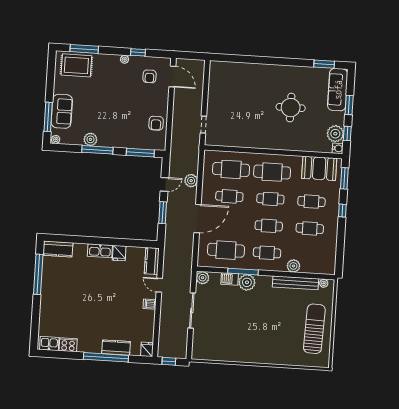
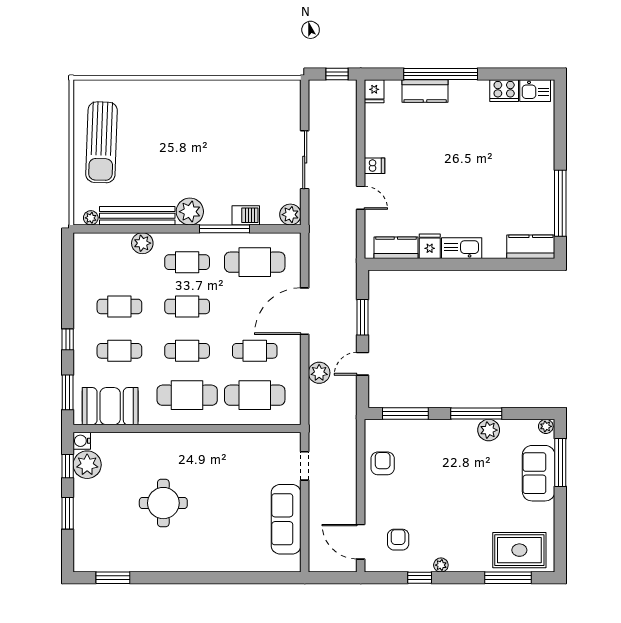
sofa: (338, 90) -> (286, 519), moved, turned 180
kitchen counter: (152, 261) -> (396, 248), moved, turned -90
plant: (247, 282) -> (190, 212), moved

